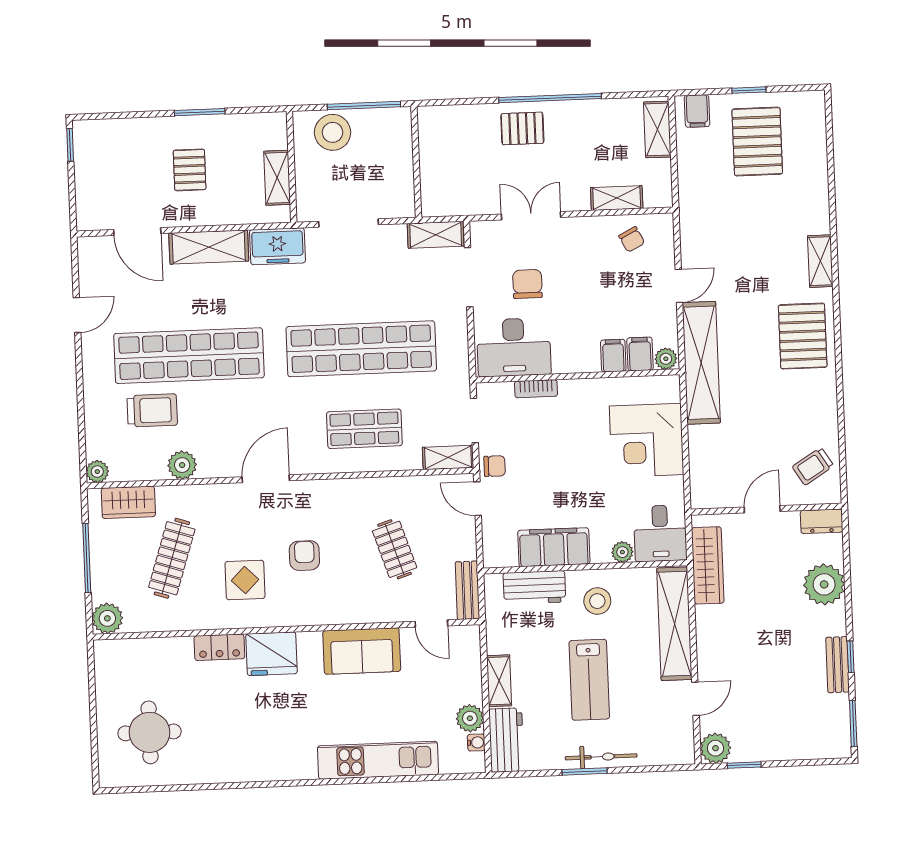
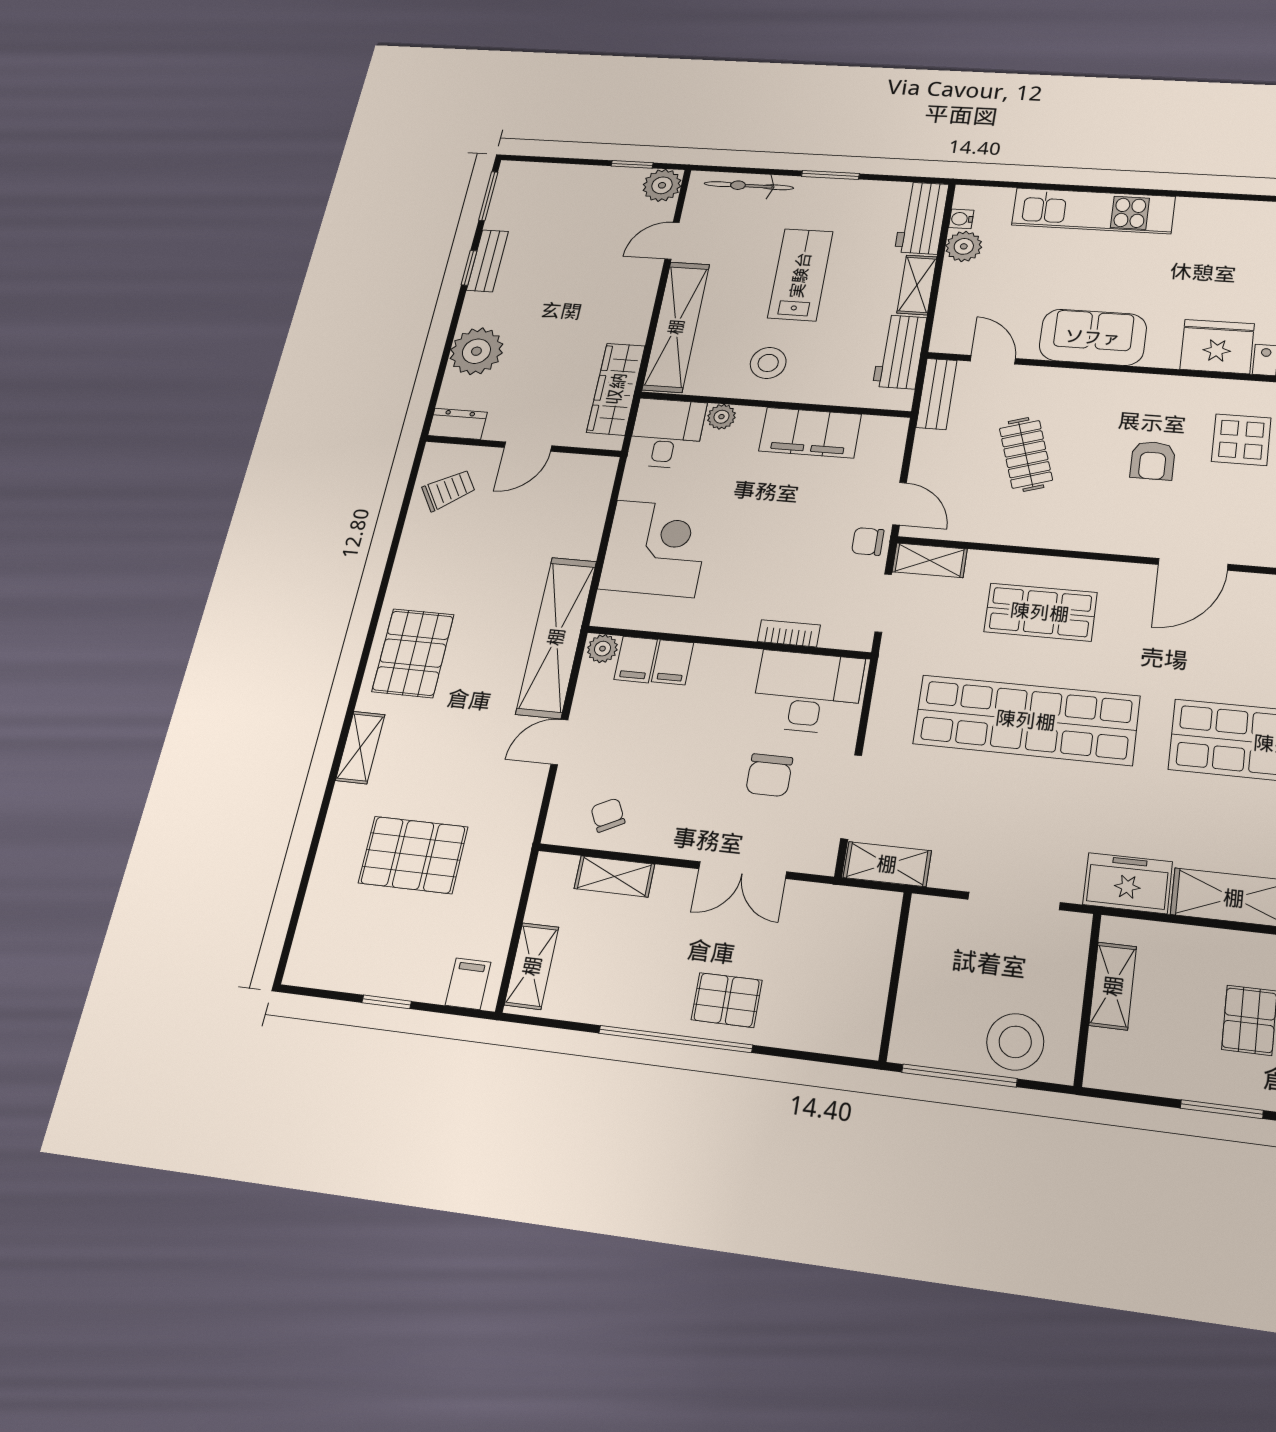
pallet: (757, 142) -> (413, 855), moved, turned 90
workbench: (534, 587) -> (900, 352), moved, turned -90
bicycle: (601, 757) -> (749, 186), moved

